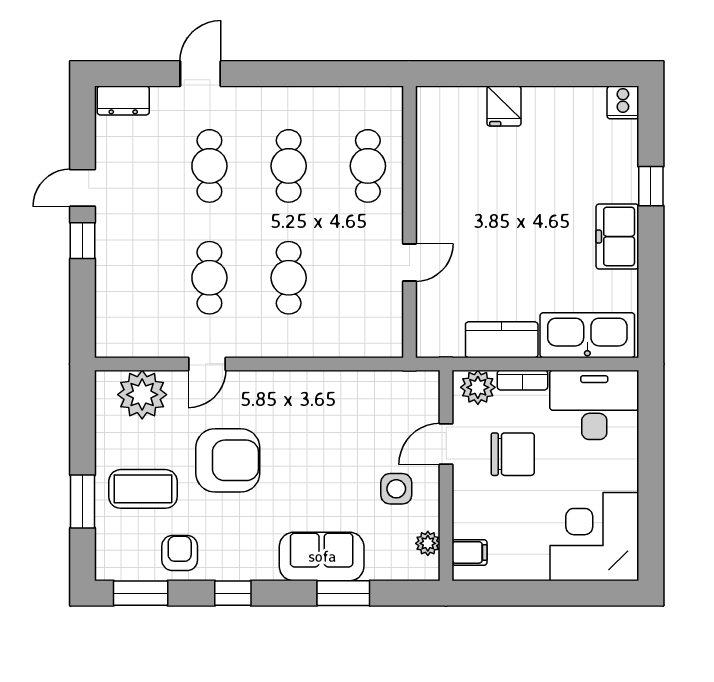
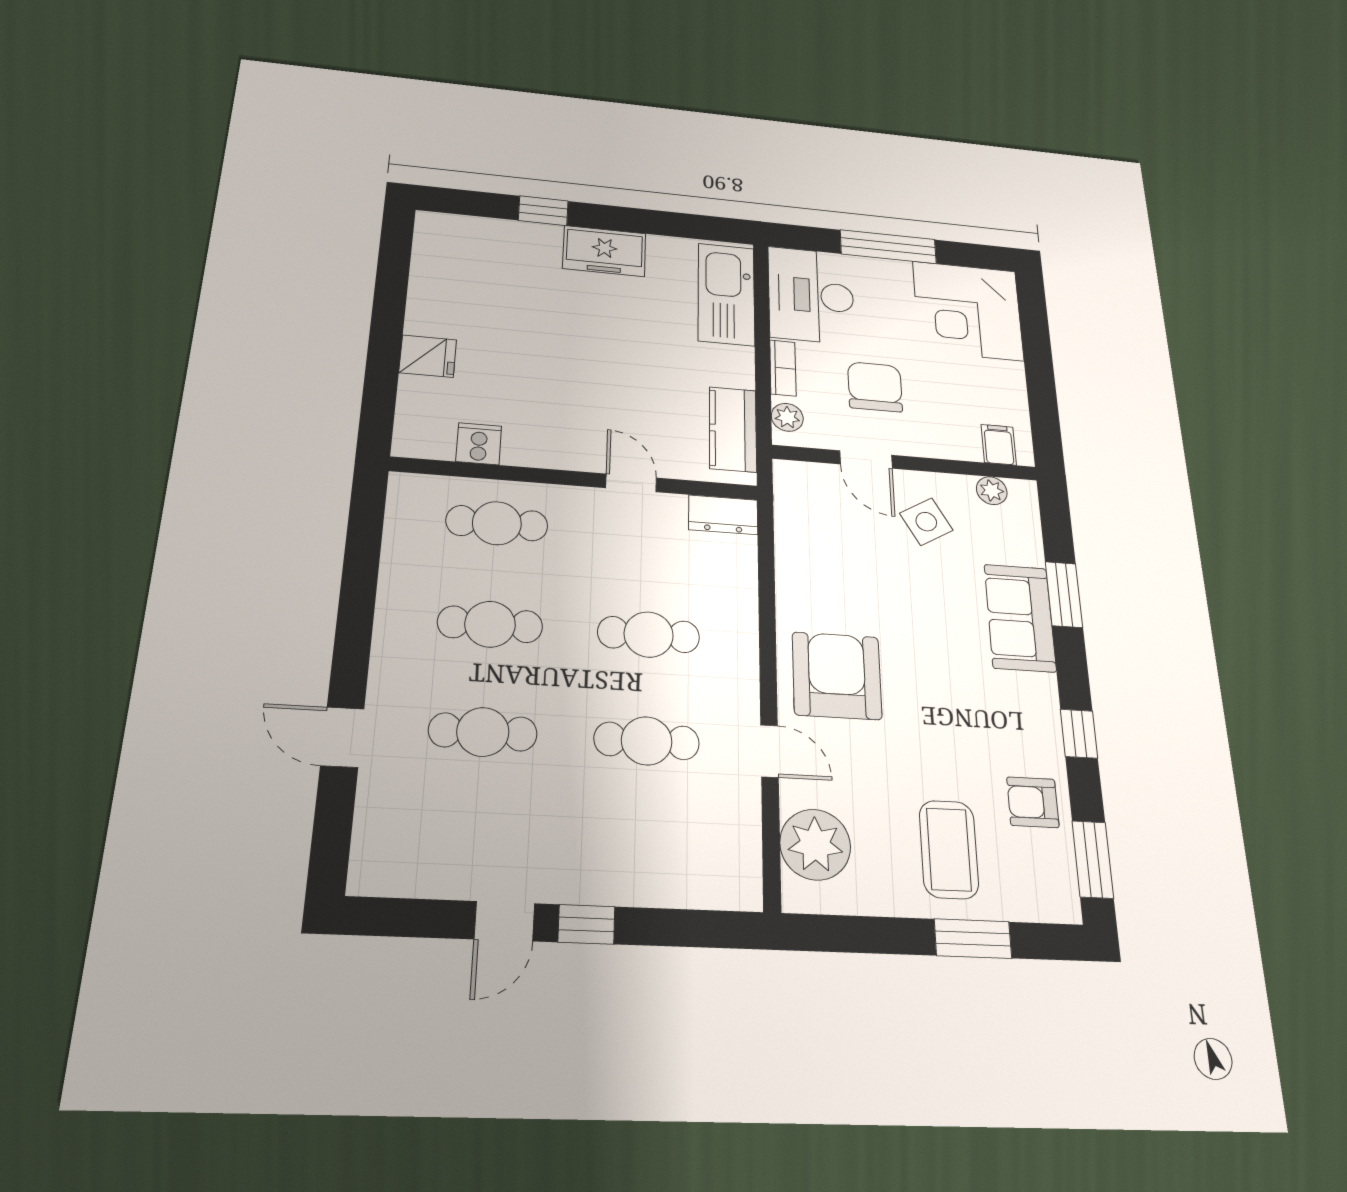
dresser: (123, 100) -> (723, 515), moved, turned 90
cooker: (623, 102) -> (479, 444), moved, turned -90
door: (83, 188) -> (504, 921), hinge flipped
kitchen counter: (502, 340) -> (733, 429), moved
plant: (478, 387) -> (787, 417), width x0.73, depth x0.73
armchair: (228, 460) -> (837, 676), moved
window: (651, 472) -> (888, 247), added
side table: (396, 489) -> (926, 522), turned -30

